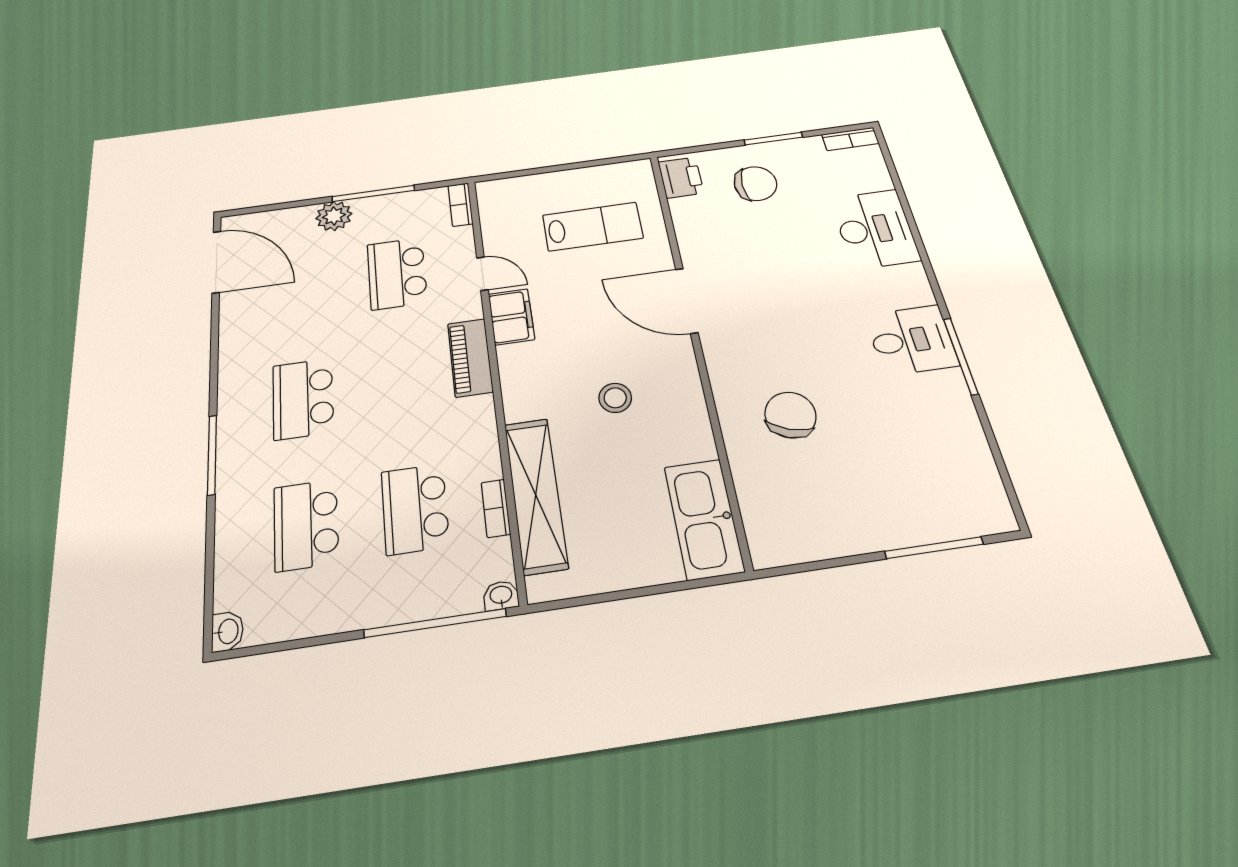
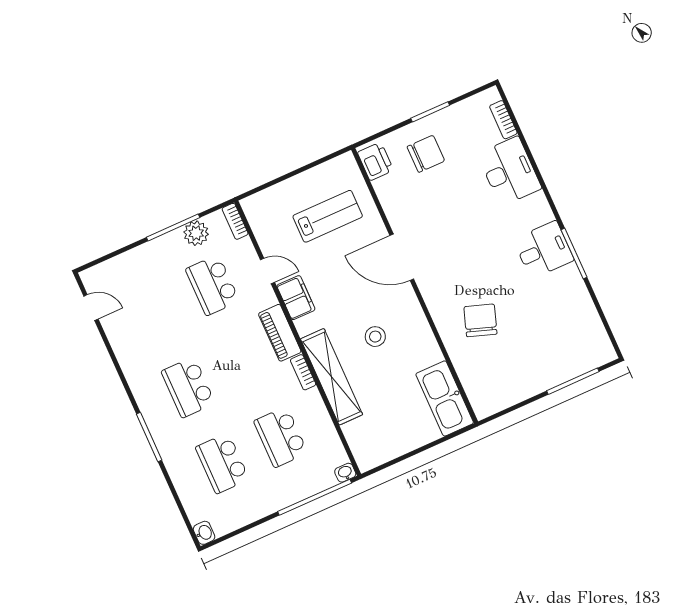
bookcase: (850, 139) -> (503, 120), moved, turned 90
plant: (334, 216) -> (196, 233), moved
door: (216, 262) -> (91, 308), width x0.53
shelving: (536, 495) -> (332, 377), moved
bookcase: (496, 508) -> (303, 372), moved

